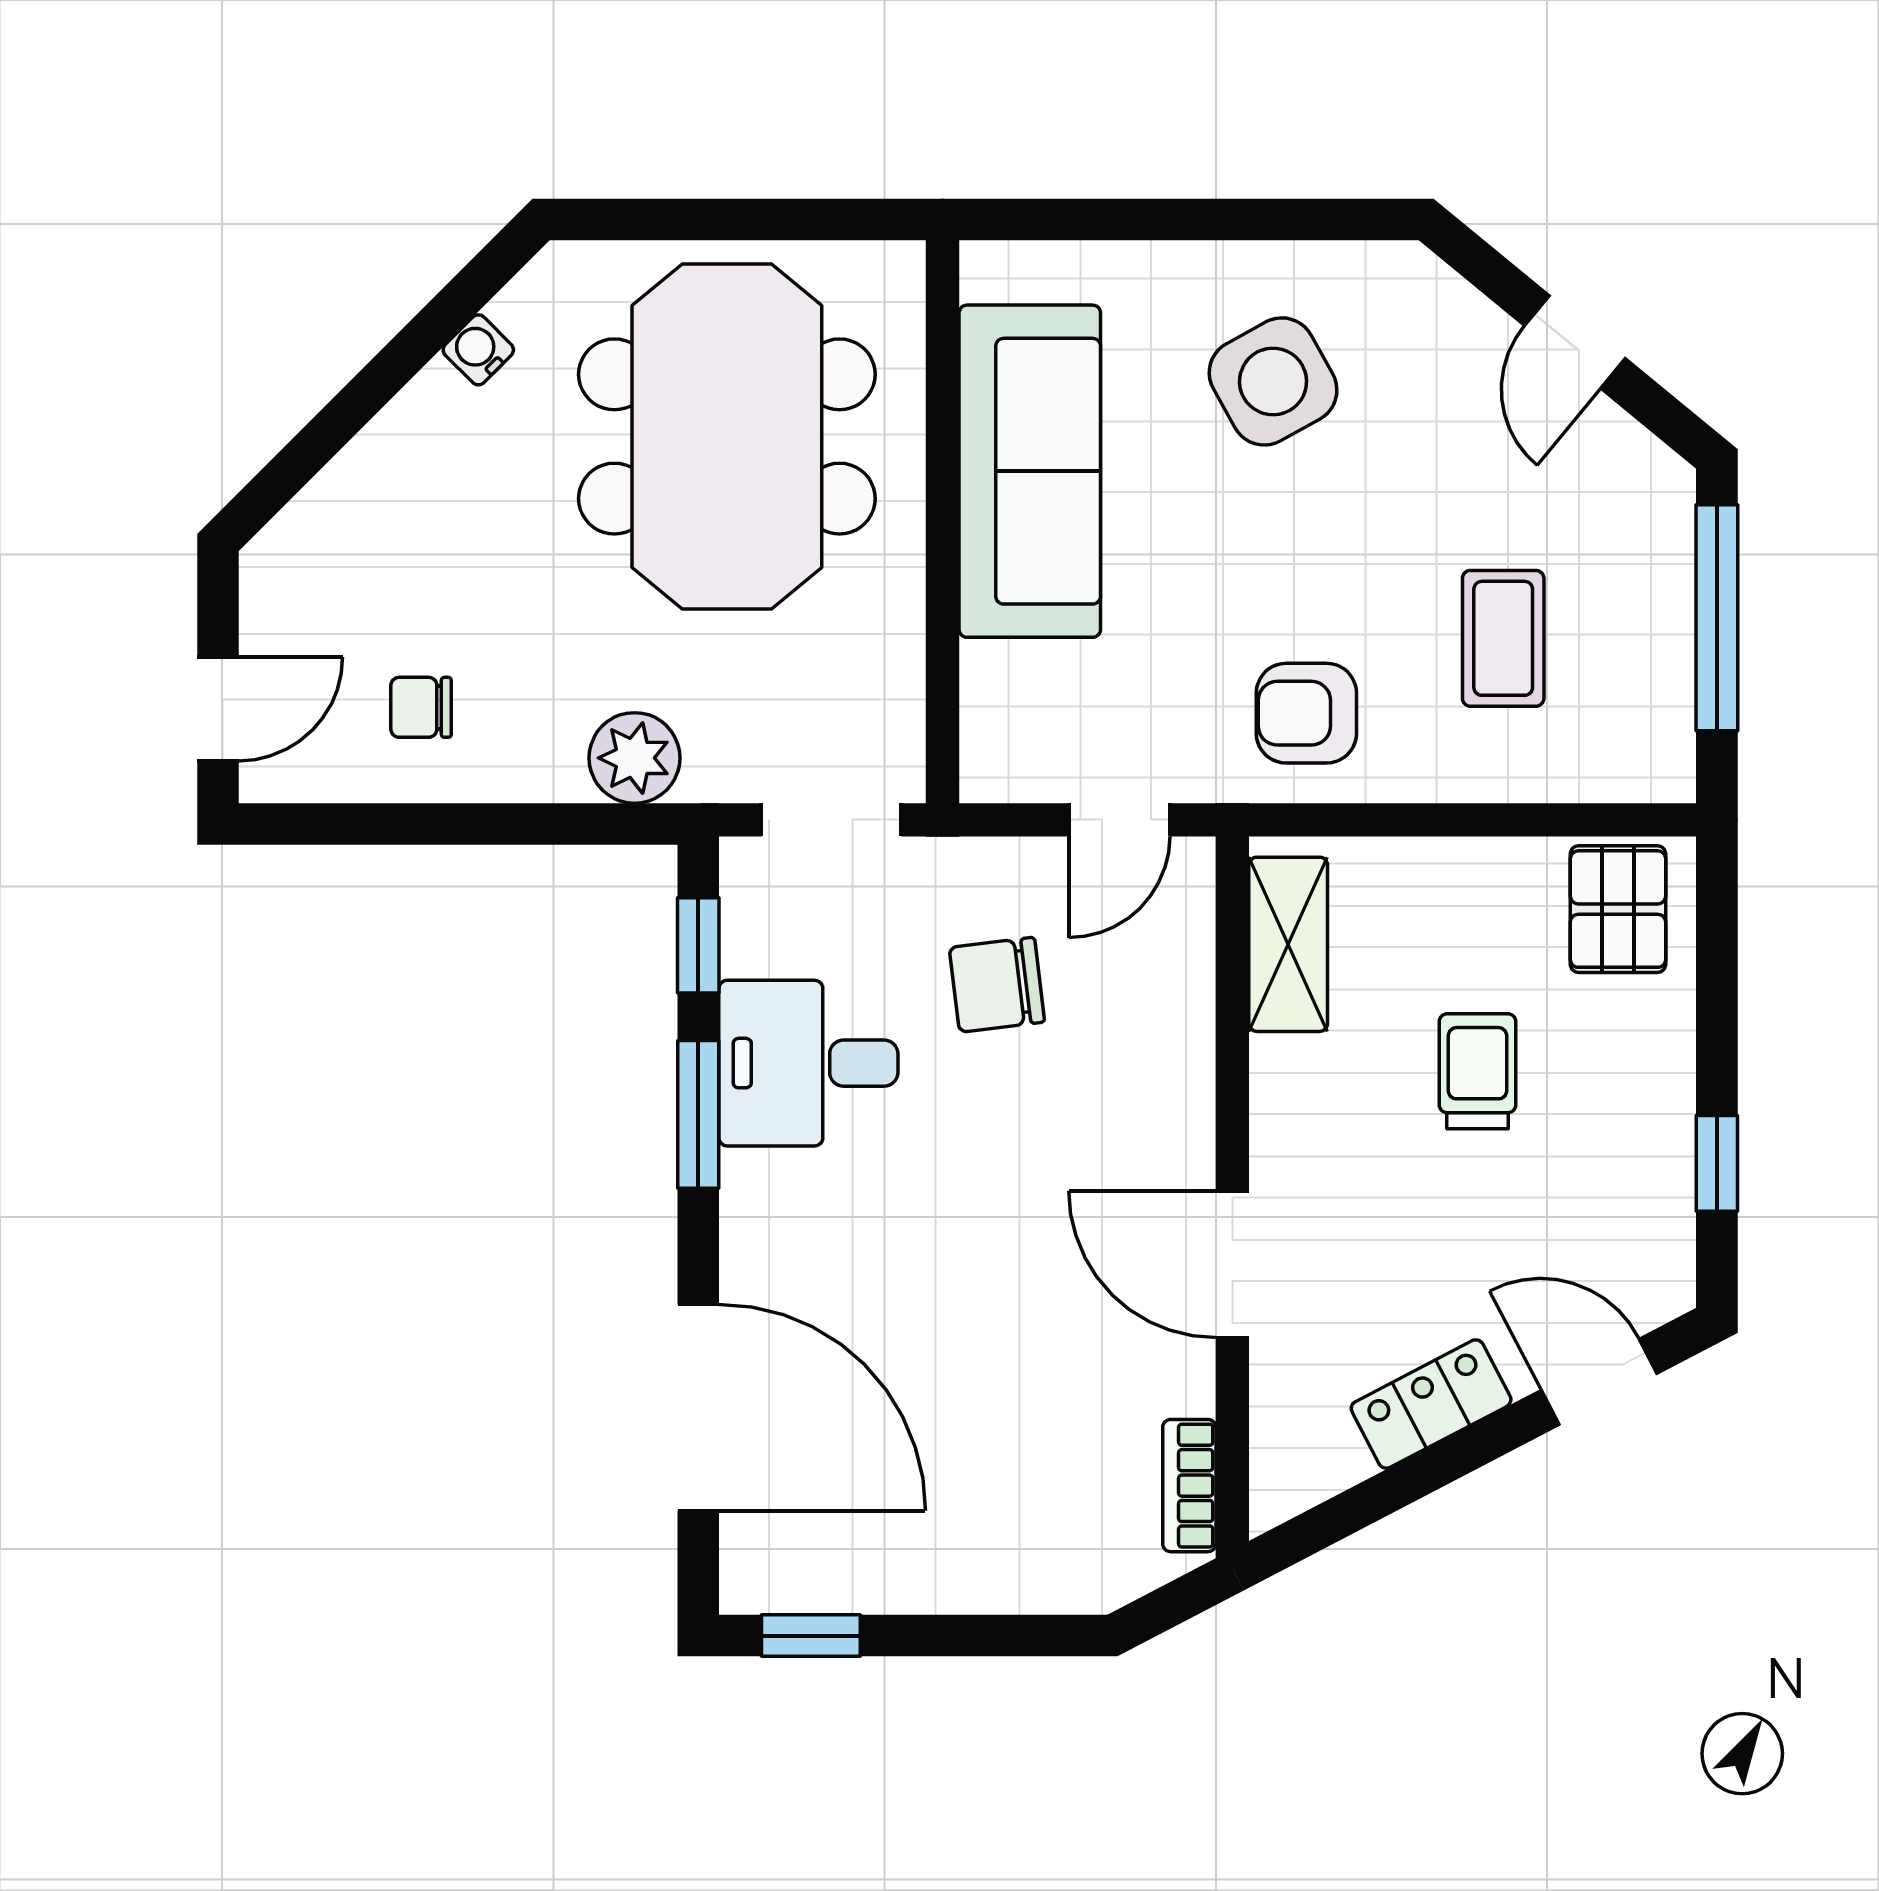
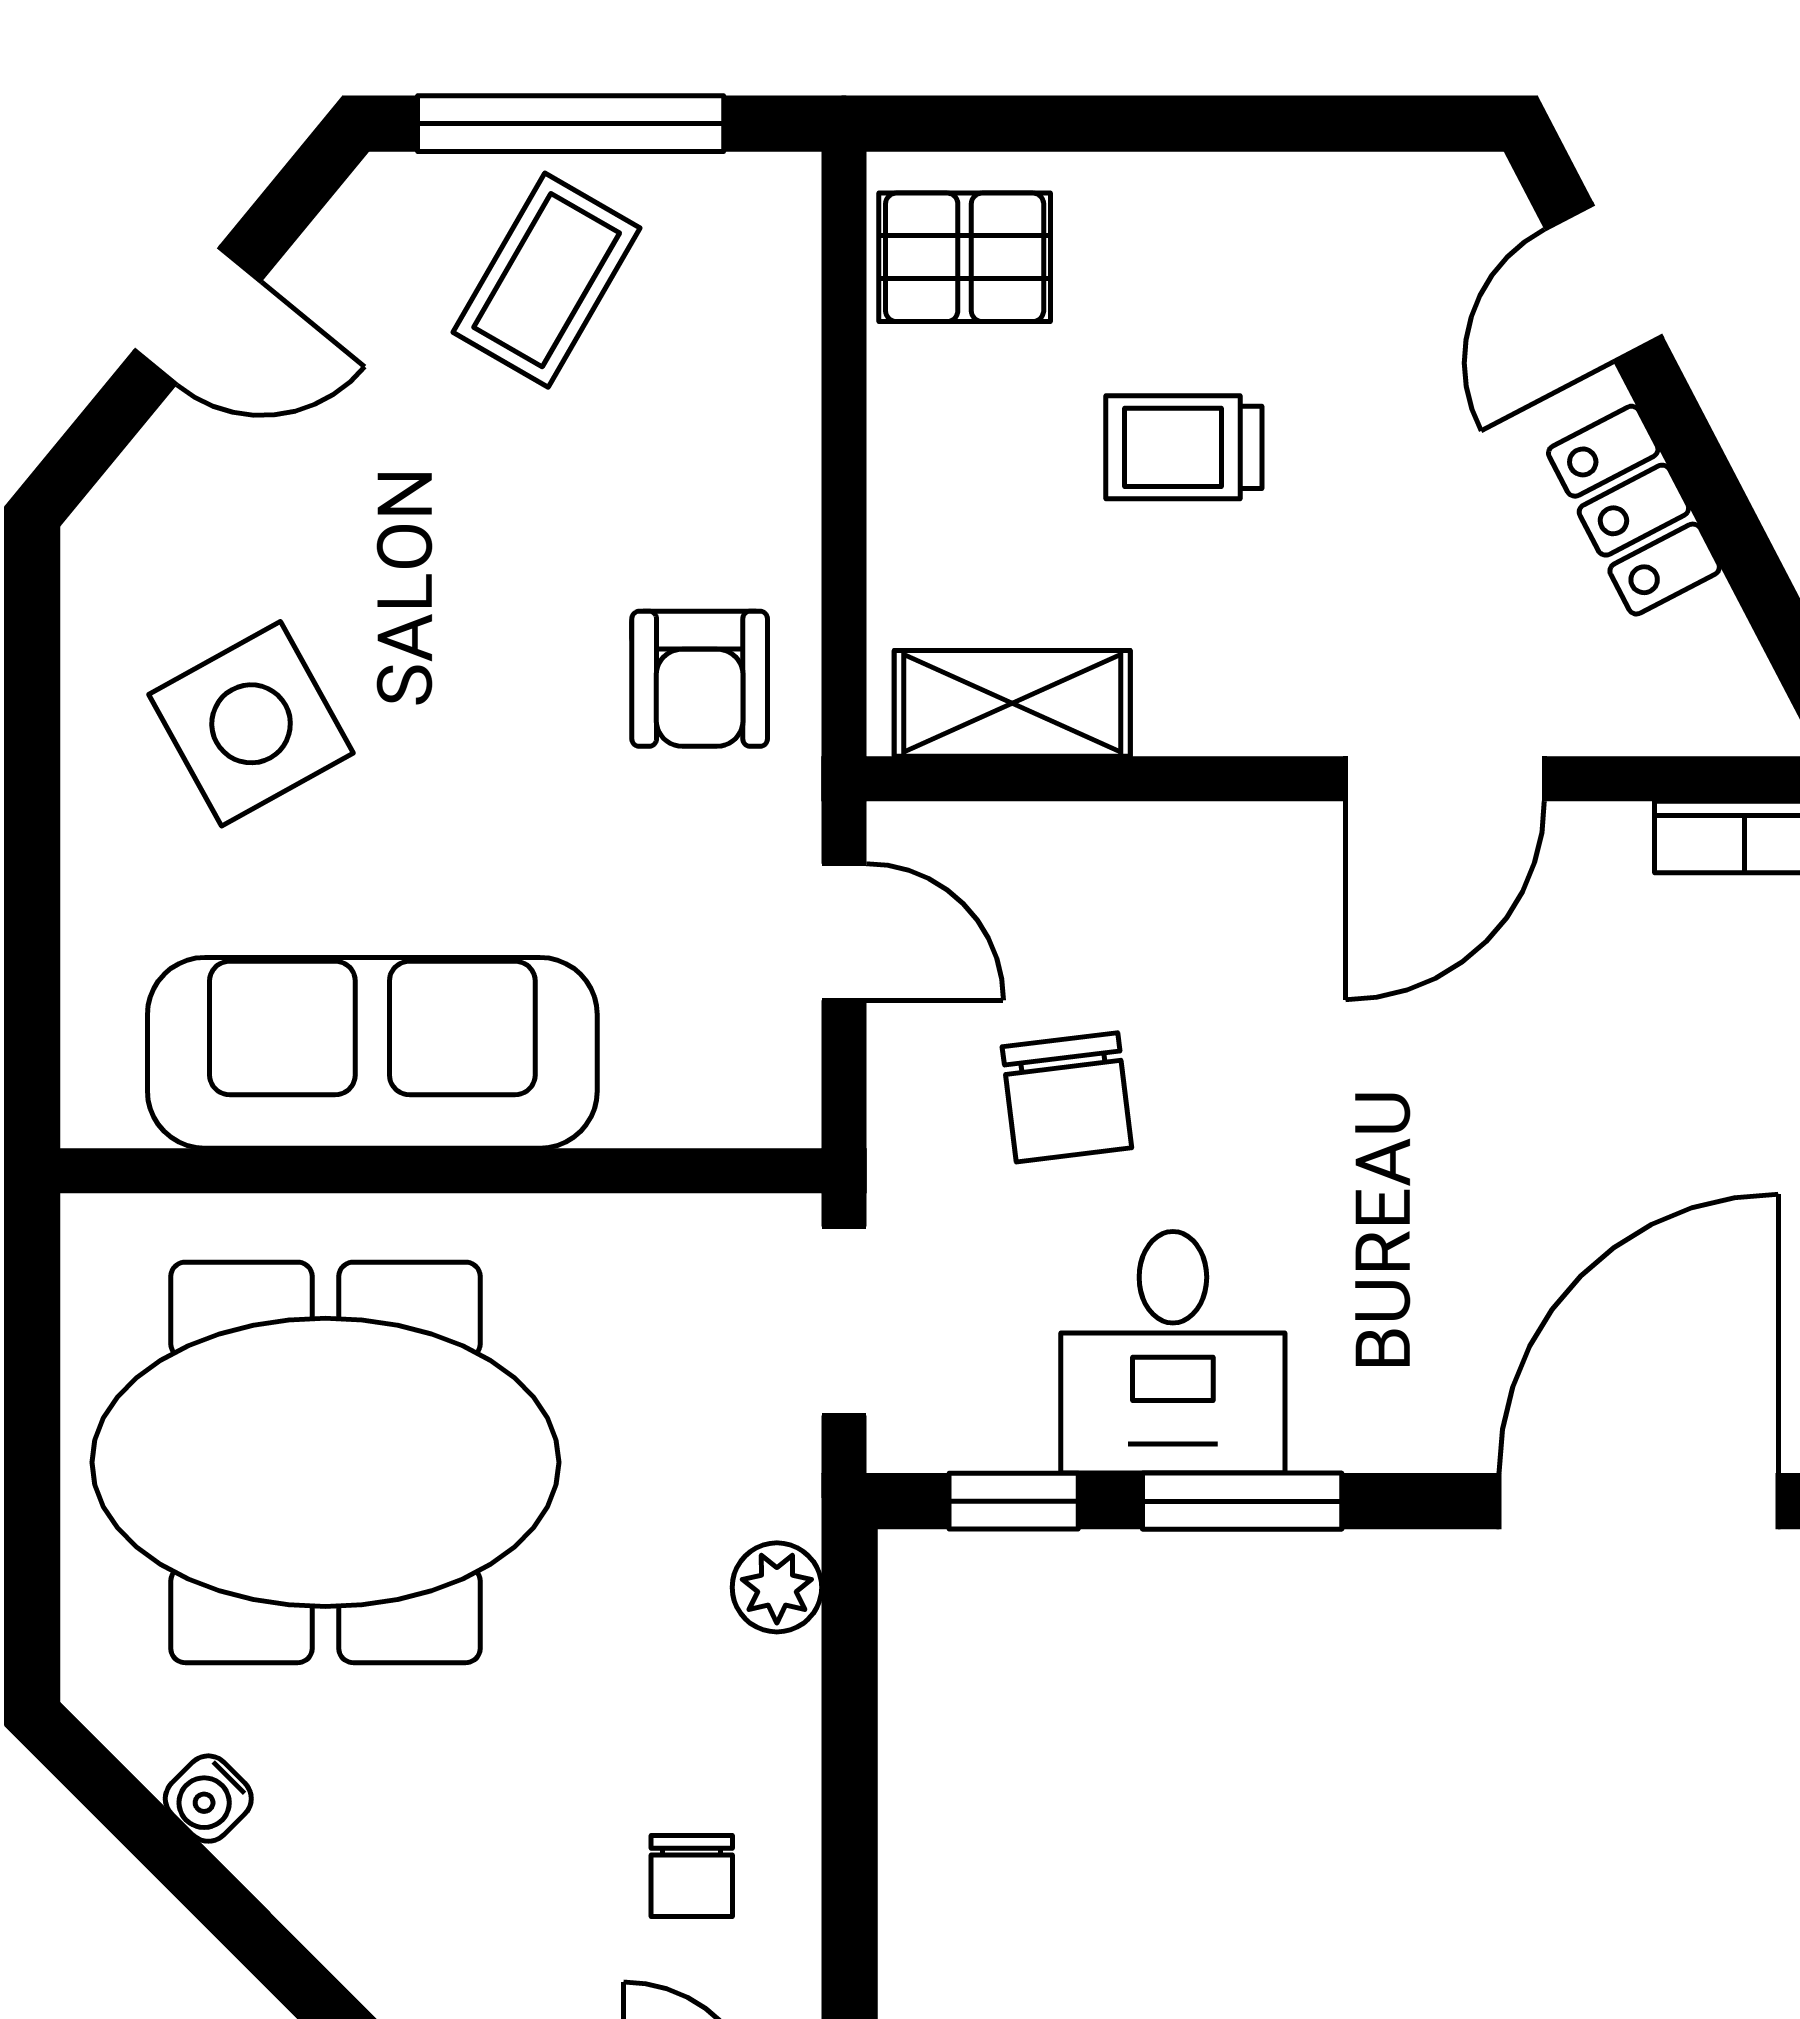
coffee table: (1503, 638) -> (547, 280), moved, turned -60
plant: (634, 758) -> (777, 1587), width x0.73, depth x0.73
window: (1717, 1163) -> (1309, 124), removed

